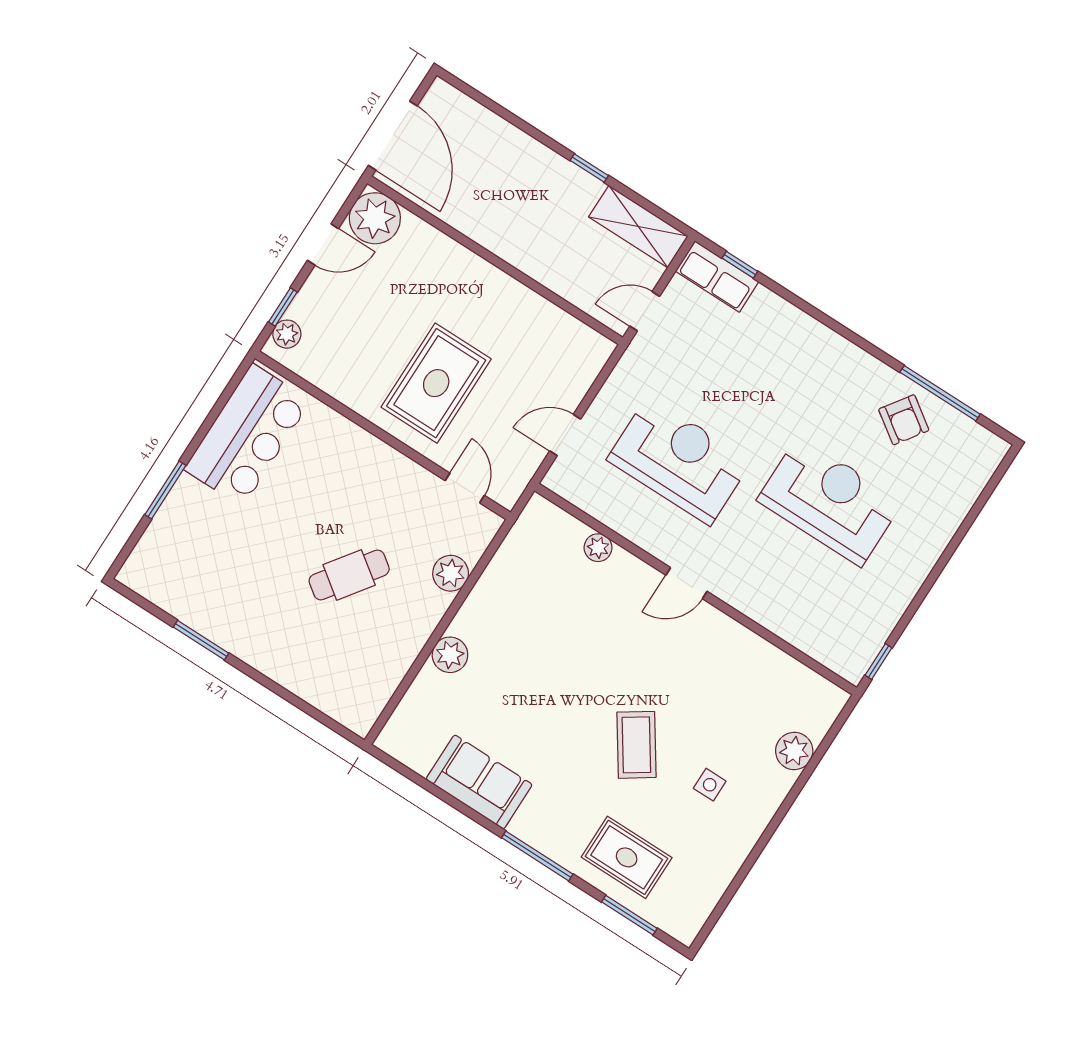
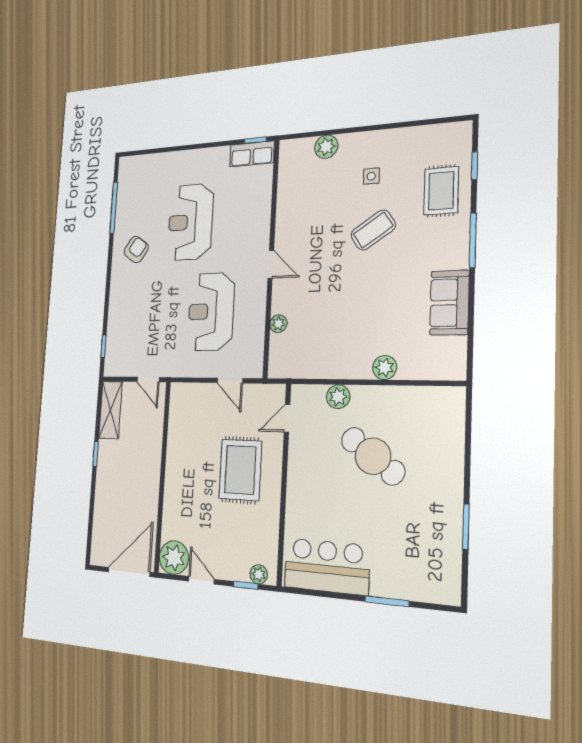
row of seats: (717, 276) -> (252, 154), moved, turned 90
rug: (436, 383) -> (240, 470), turned 90
armchair: (904, 420) -> (136, 250), moved
cafe table: (349, 575) -> (373, 456), width x1.37, depth x1.35
window: (629, 915) -> (475, 166), width x0.67

